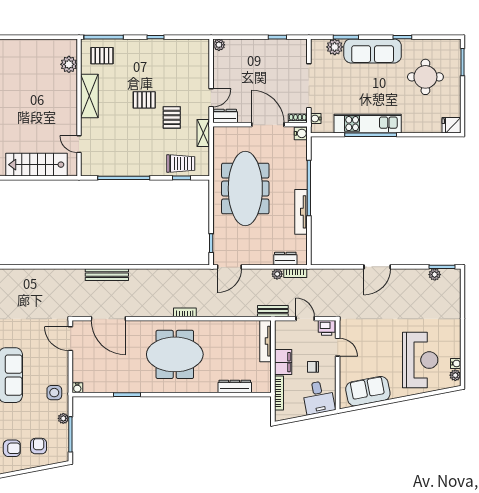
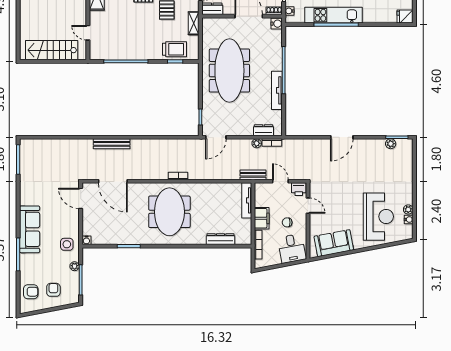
meeting table: (175, 354) -> (169, 212), turned 90
plant: (455, 375) -> (408, 209), moved

